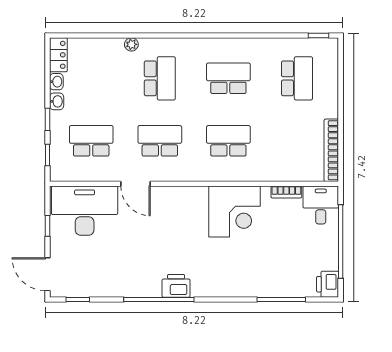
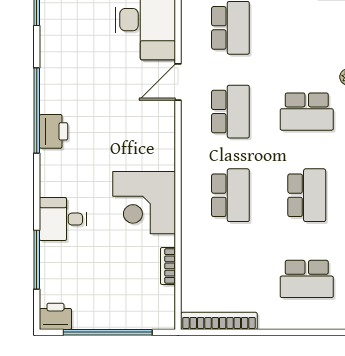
desk: (321, 205) -> (63, 219), moved, turned 180

